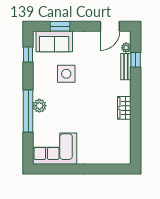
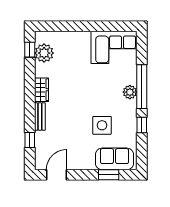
plant: (126, 48) -> (44, 53), moved, width x1.87, depth x1.87
window: (28, 55) -> (142, 125), moved
bench: (126, 67) -> (40, 117), moved
window: (136, 147) -> (30, 50), added

